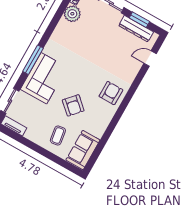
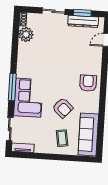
sofa: (83, 150) -> (88, 134), width x1.36

